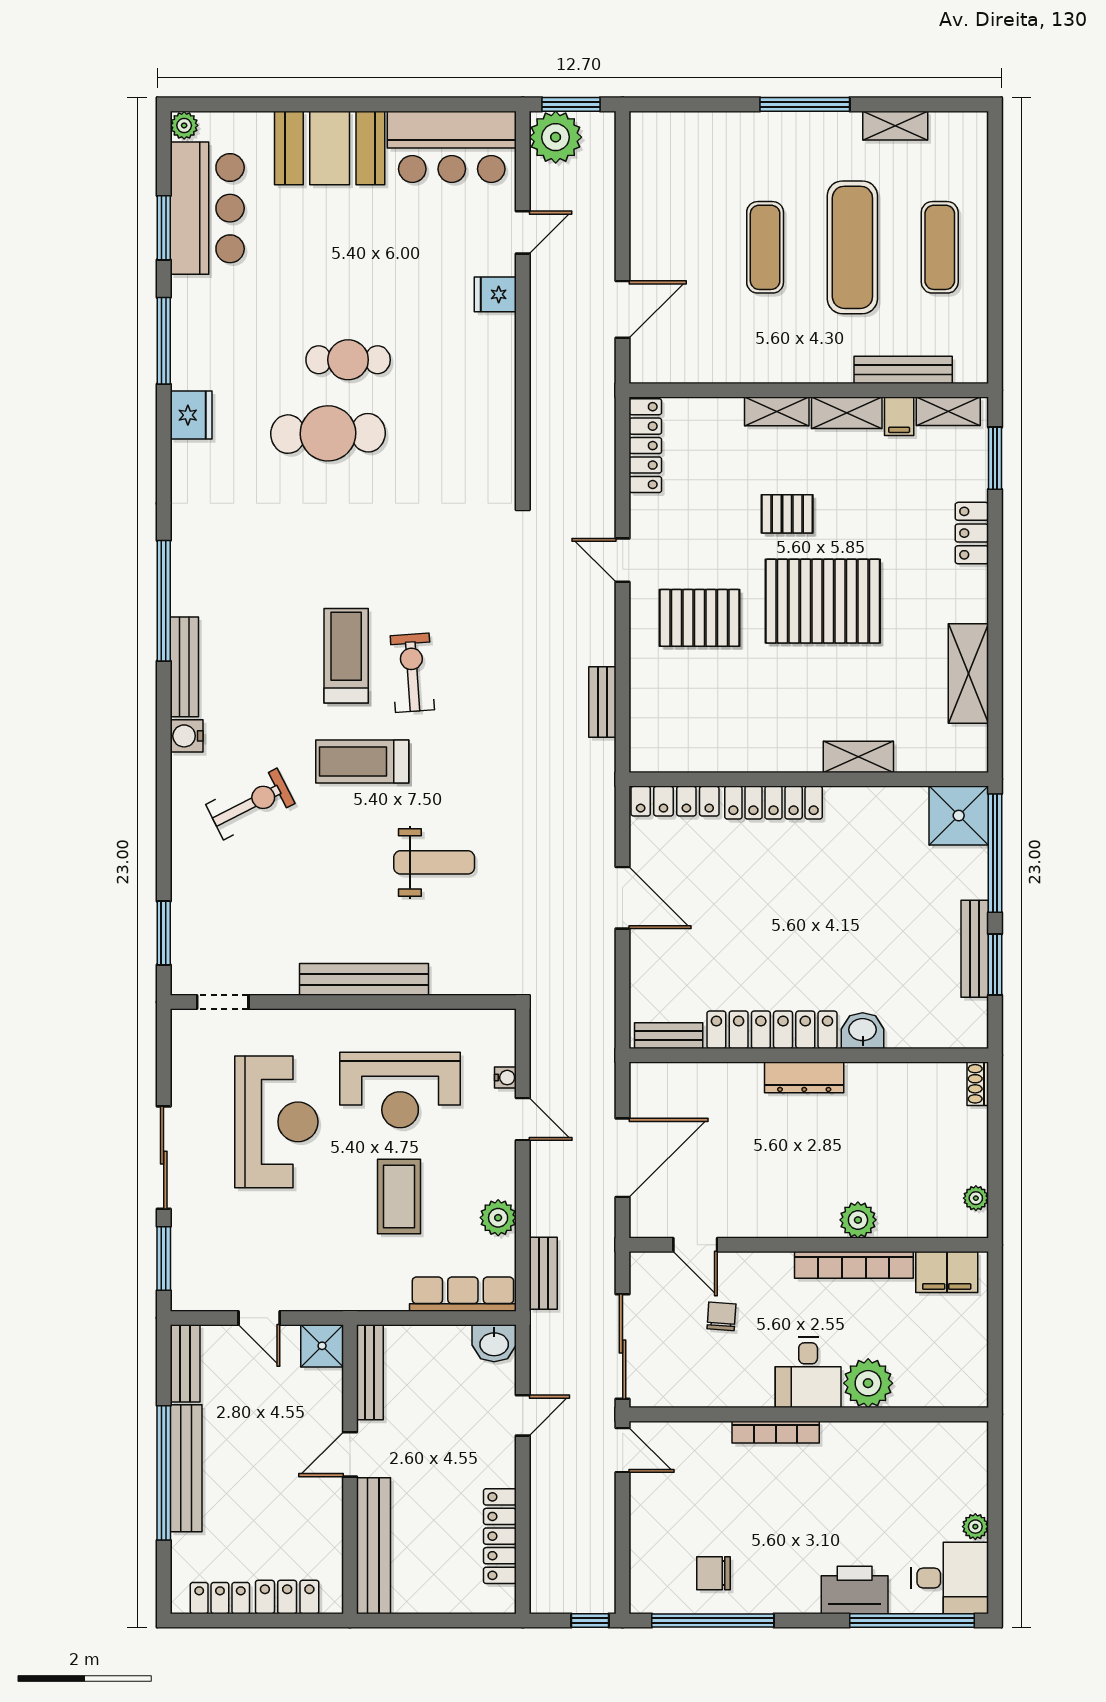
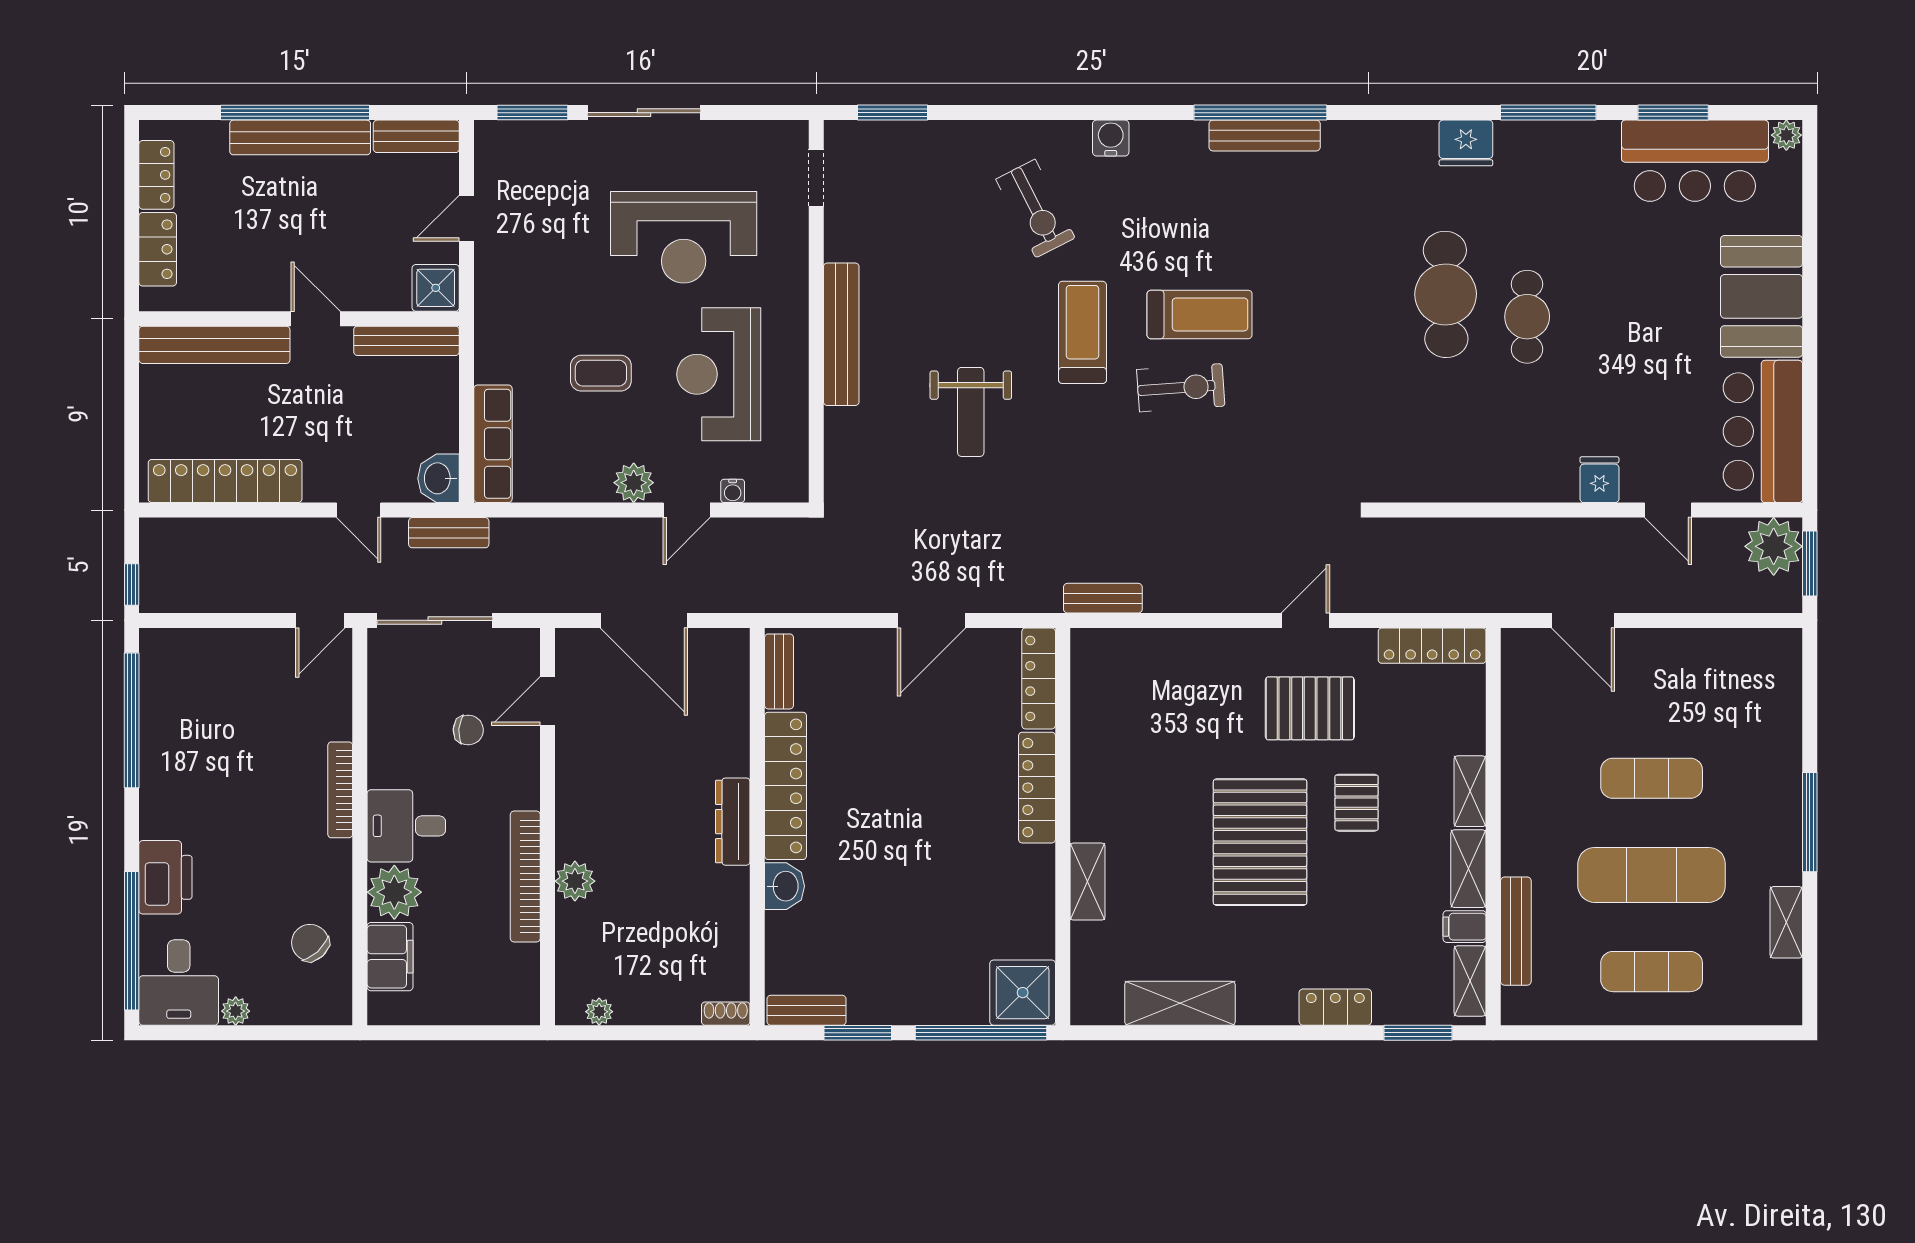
pallet: (700, 618) -> (1310, 708), moved, turned 90
bench: (184, 667) -> (1265, 136), moved
bench: (602, 702) -> (1103, 598), moved
bench: (975, 949) -> (806, 1010), moved, width x0.73
coffee table: (399, 1197) -> (601, 373), width x0.73, depth x0.77
plant: (498, 1218) -> (634, 483), moved
filing cabinet: (947, 1272) -> (390, 957), moved, turned 180
bench: (543, 1273) -> (449, 533), moved
locker: (500, 1536) -> (225, 481), width x1.41, depth x1.21
chair: (714, 1573) -> (310, 943), moved, turned -43

